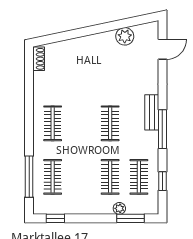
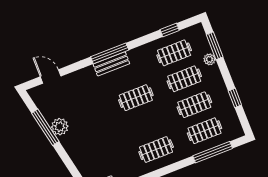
window: (116, 25) -> (45, 127), added
plant: (125, 36) -> (60, 127), moved
window: (162, 129) -> (110, 53), moved
clothes rail: (81, 177) -> (194, 105), added
window: (55, 218) -> (235, 98), moved

